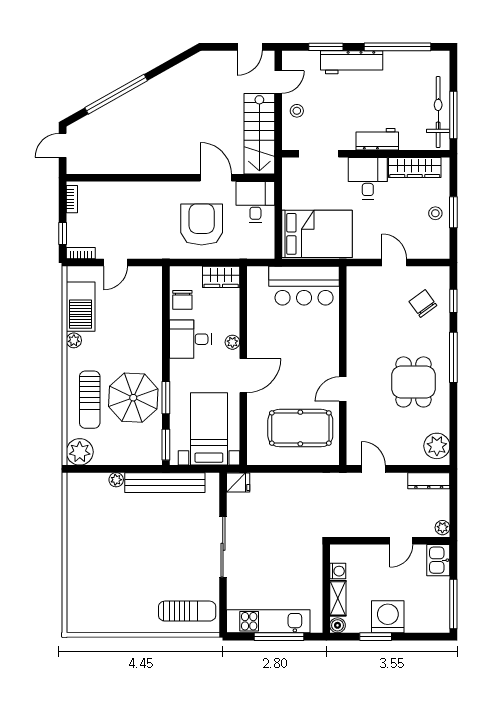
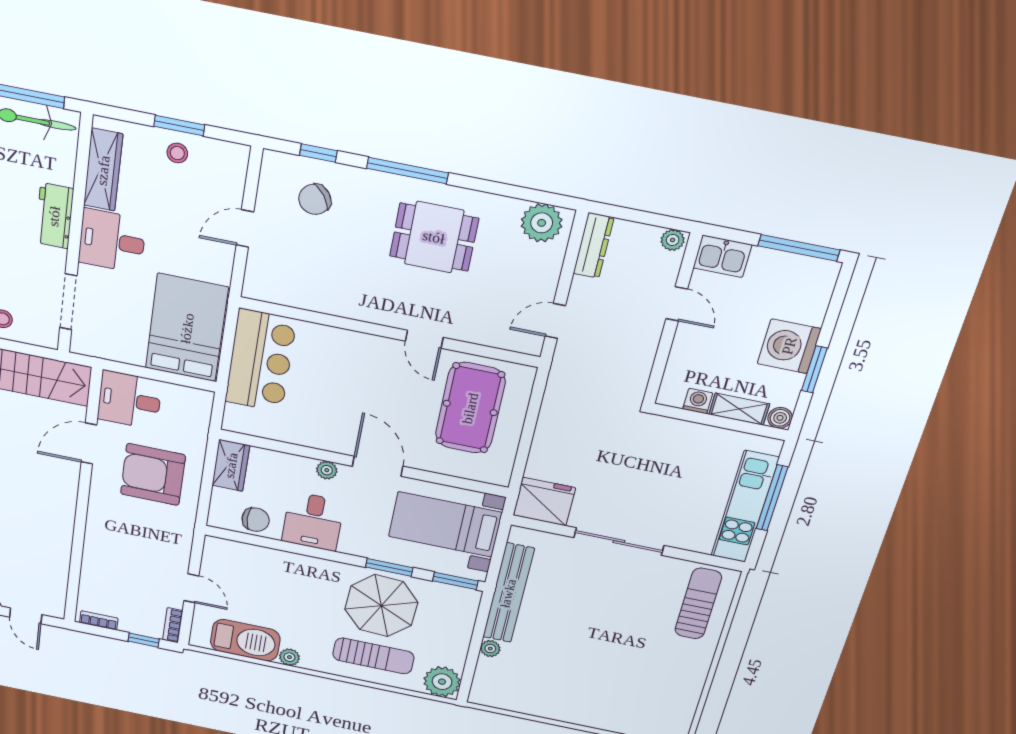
fridge: (238, 483) -> (544, 502), width x1.88, depth x1.34

